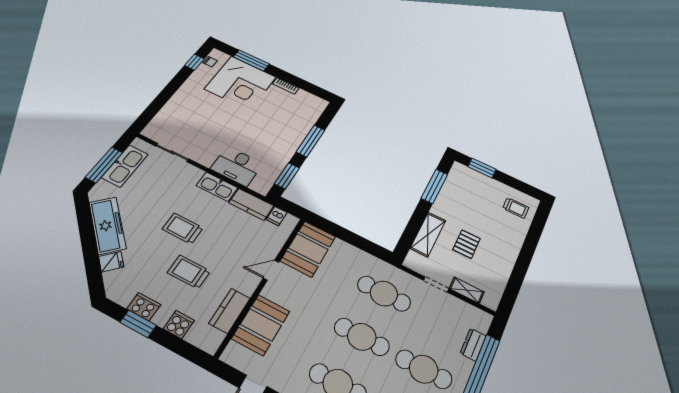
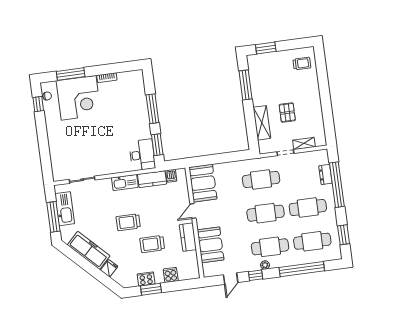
desk: (237, 166) -> (142, 155), moved, turned -90
kitchen counter: (230, 311) -> (188, 237), moved

